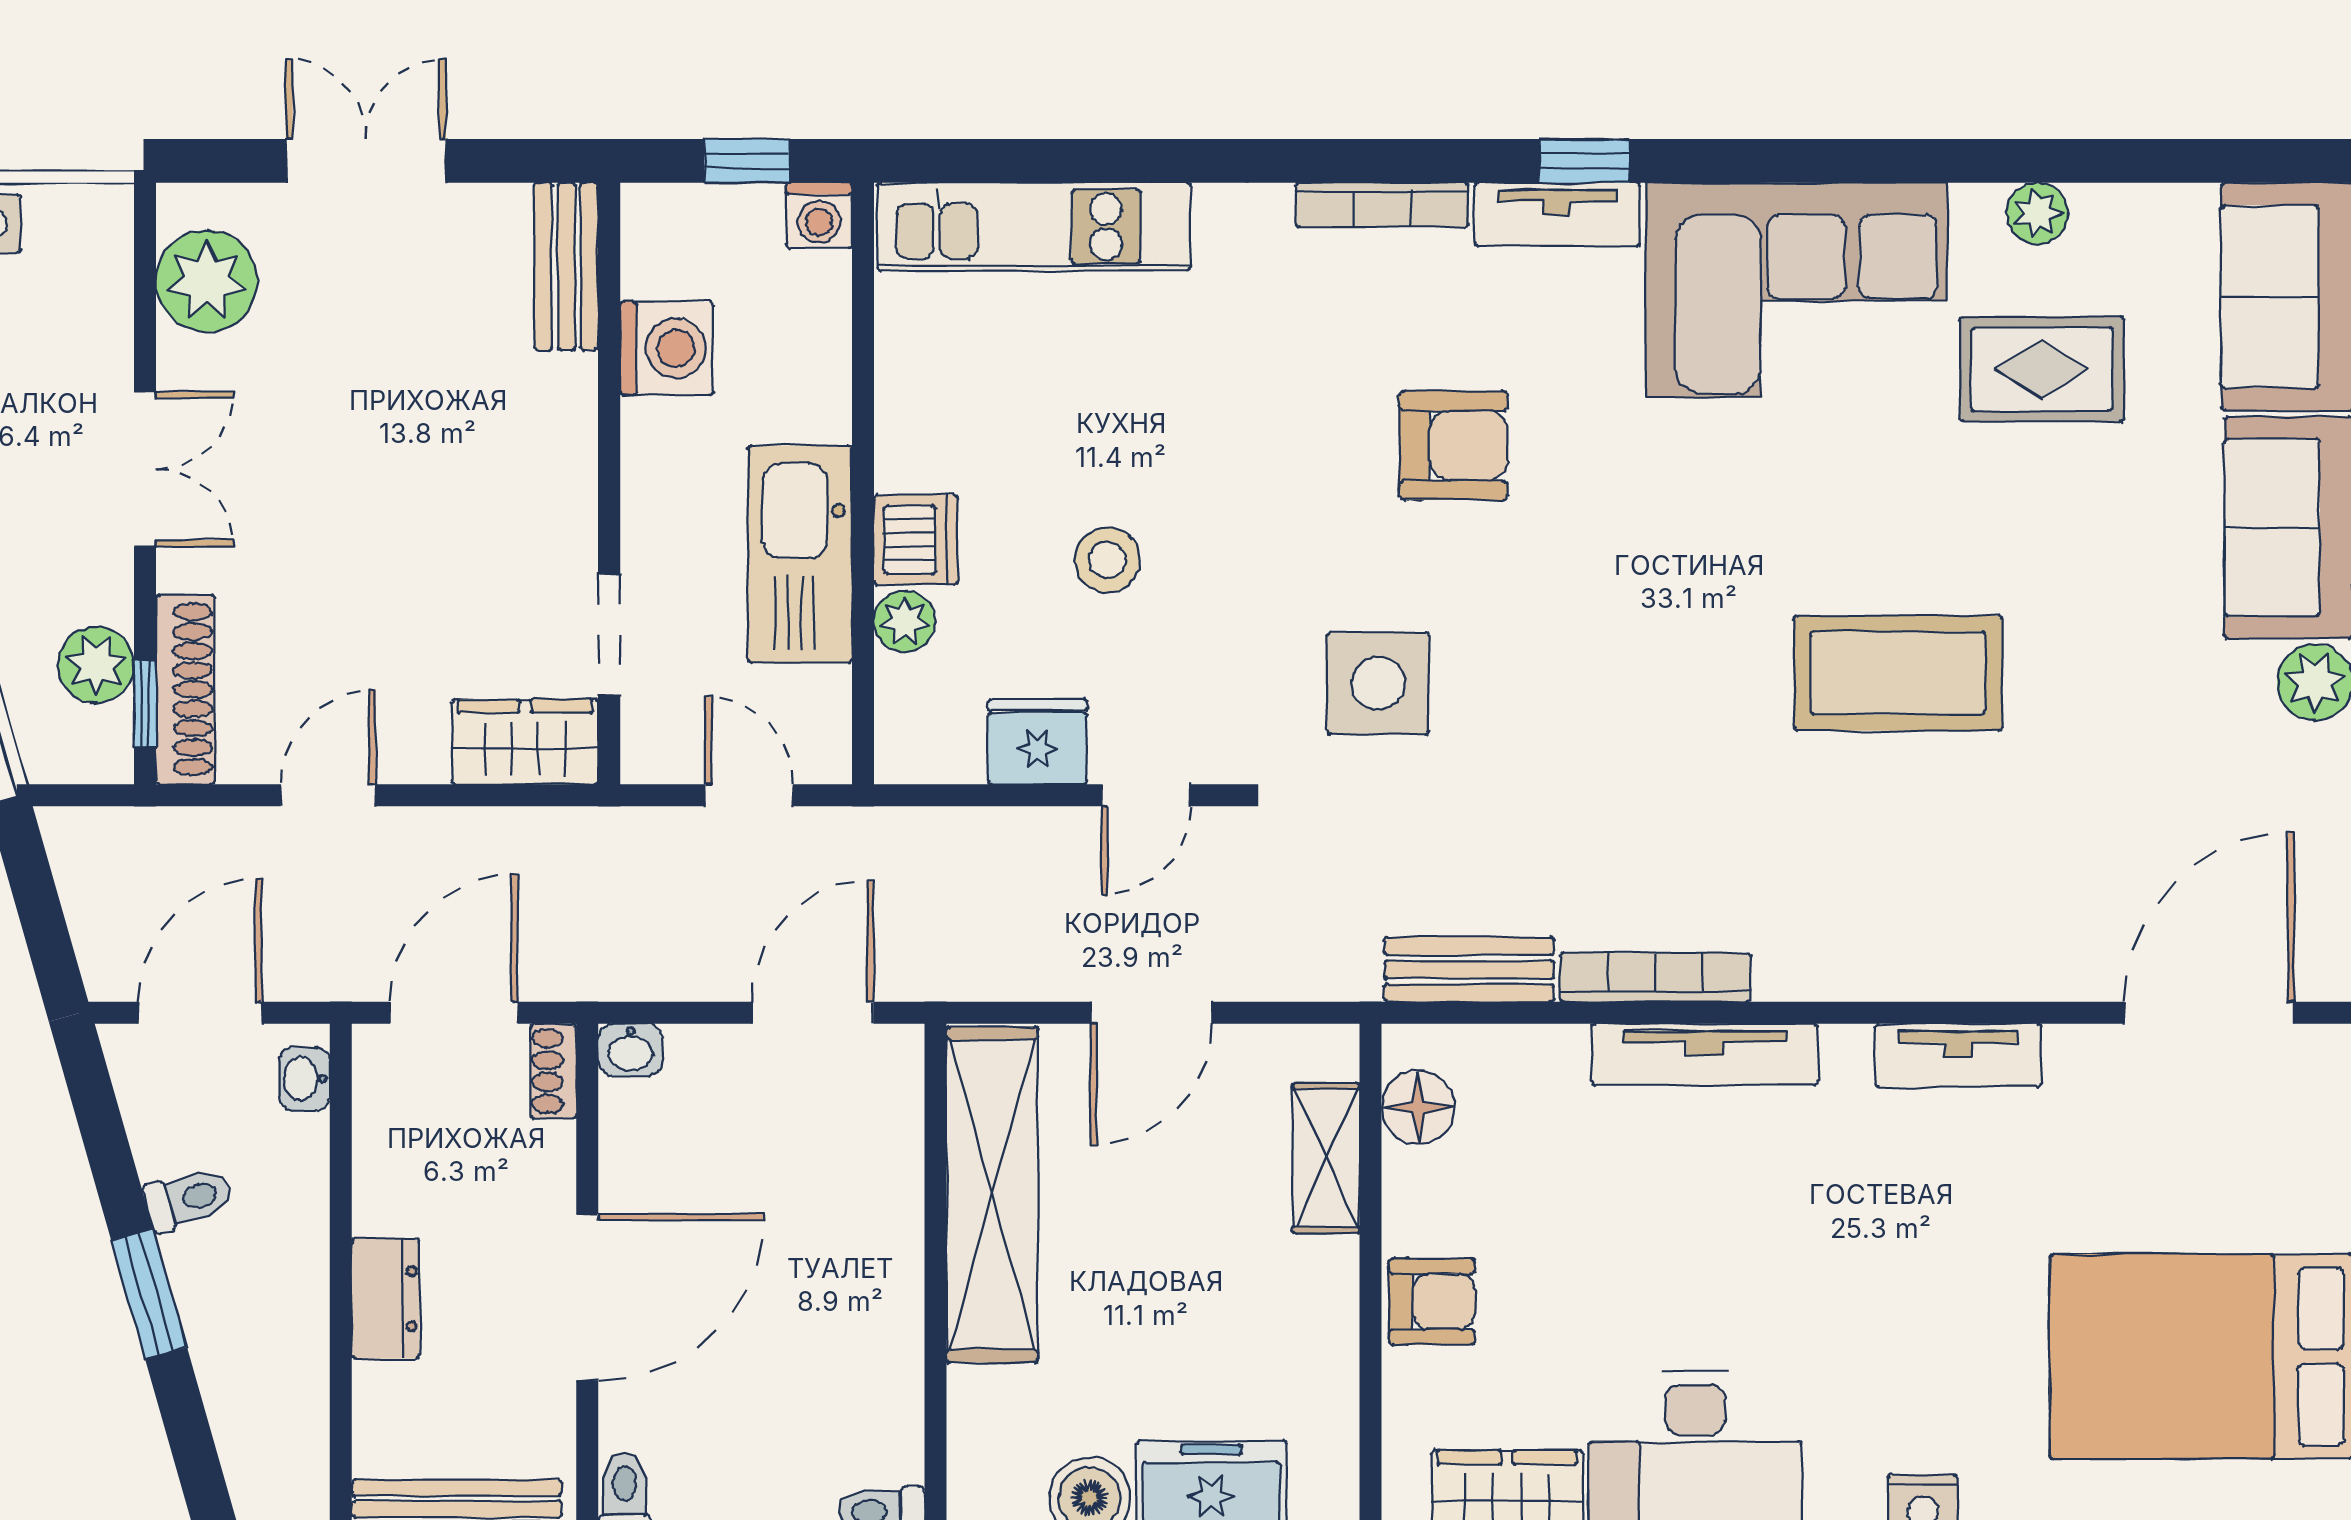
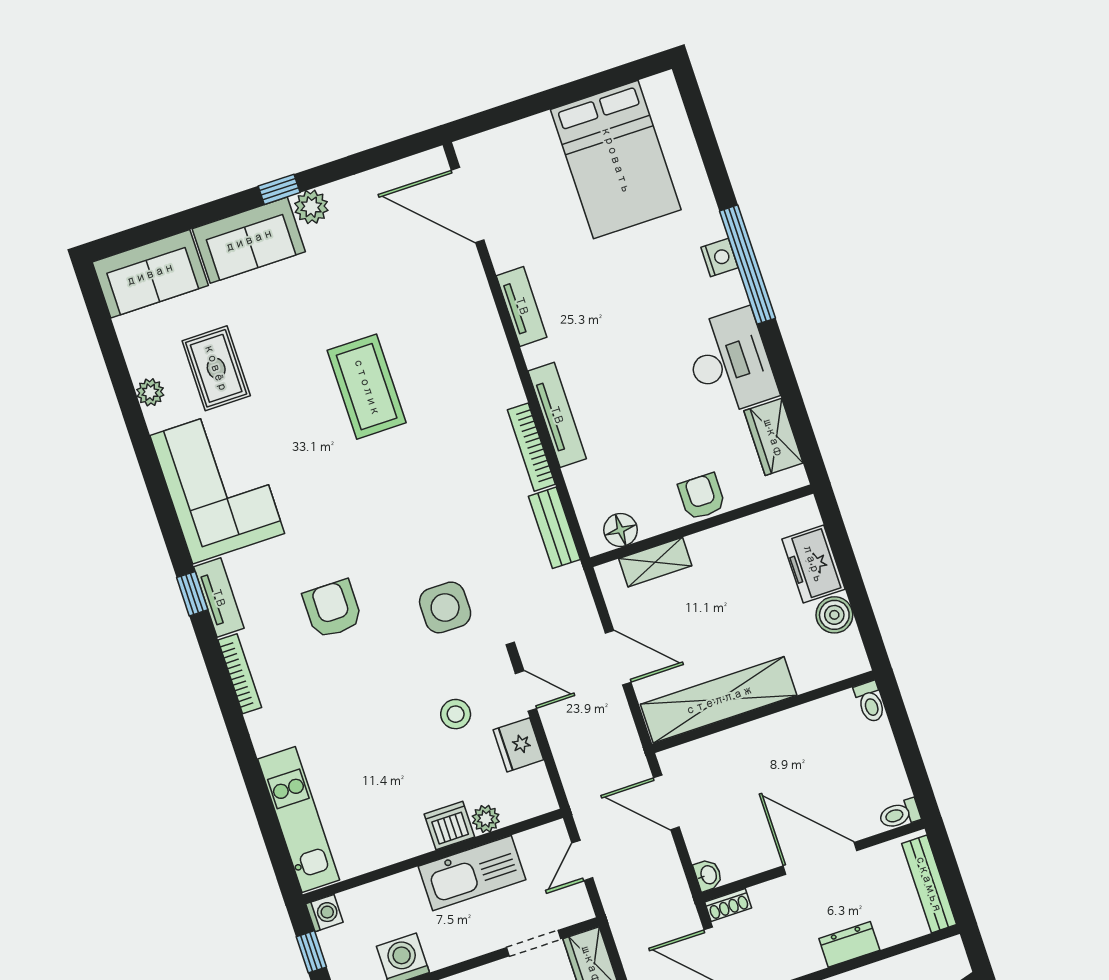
stool: (1107, 560) -> (456, 714), moved

